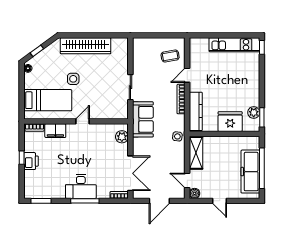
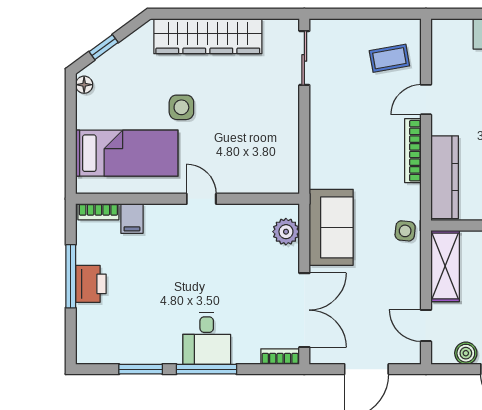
sliding door: (130, 87) -> (304, 58), moved
sofa: (143, 119) -> (331, 227), moved
door: (82, 121) -> (201, 199), hinge flipped
filing cabinet: (55, 131) -> (132, 218), width x0.50
window: (22, 158) -> (71, 276), width x2.17
desk: (81, 187) -> (207, 338), width x0.73
boiler: (195, 193) -> (466, 353), moved
window: (41, 201) -> (141, 369), moved

